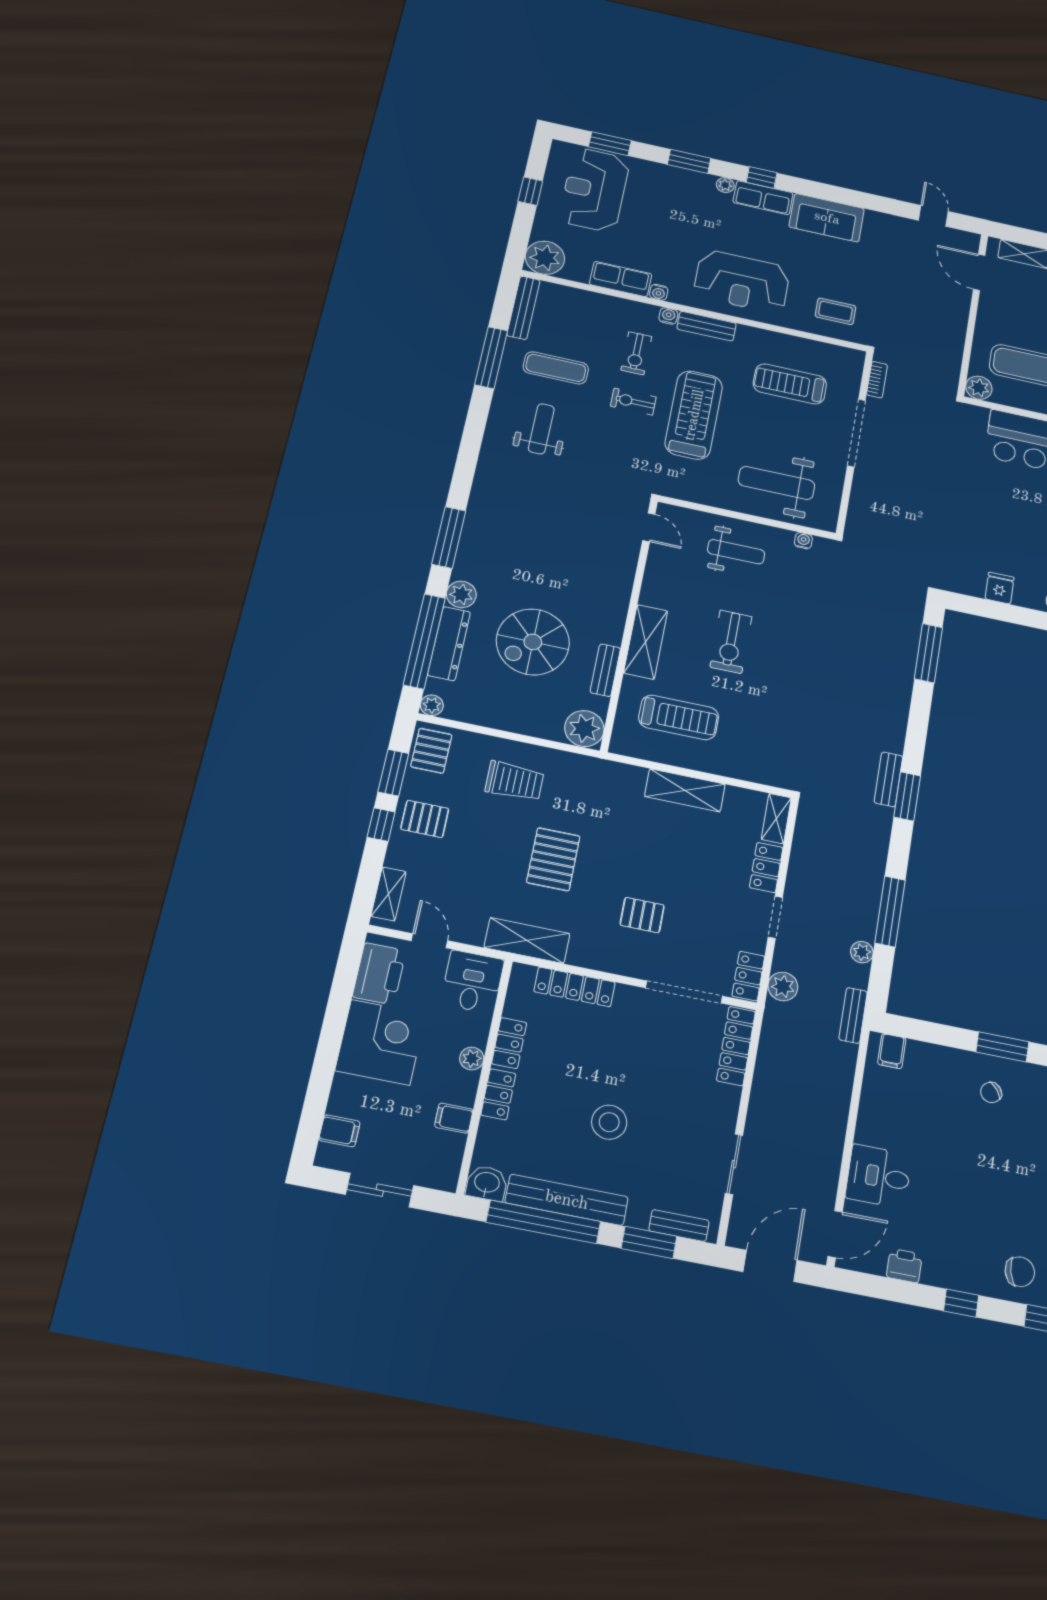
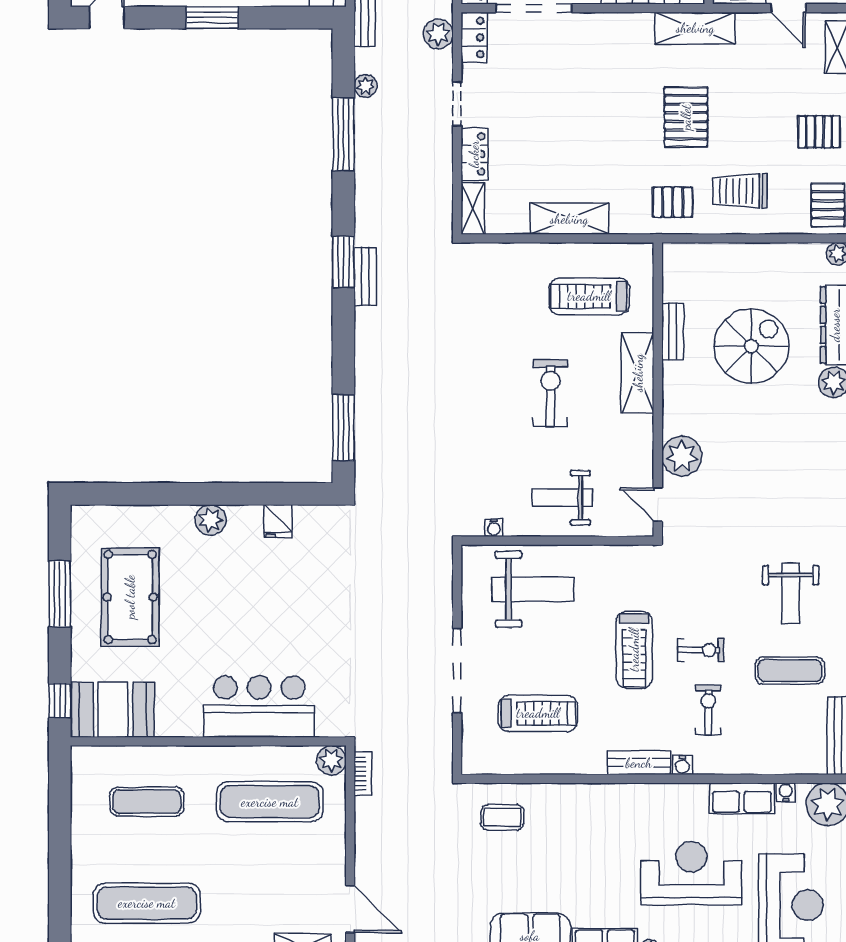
reception desk: (742, 282) -> (691, 873), moved
water cooler: (659, 292) -> (786, 792), moved
bookcase: (877, 380) -> (363, 774), moved, turned 180
treadmill: (694, 415) -> (634, 650), width x0.73, depth x0.73
plant: (584, 729) -> (682, 456), moved
pallet: (642, 915) -> (673, 202), moved

